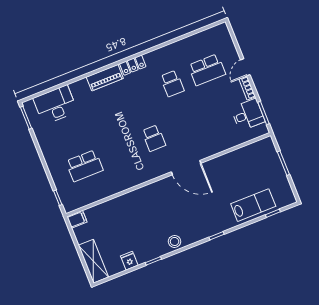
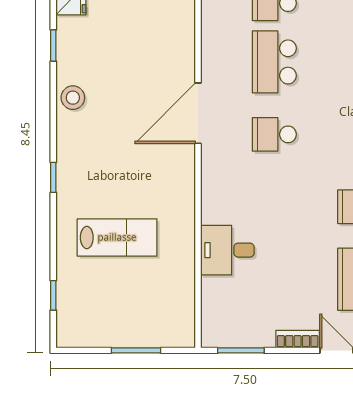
desk: (248, 115) -> (227, 250), moved, turned 90
school desk: (119, 152) -> (274, 62), added
door: (186, 168) -> (198, 113), moved
lab bench: (253, 205) -> (117, 237), moved, turned -90

